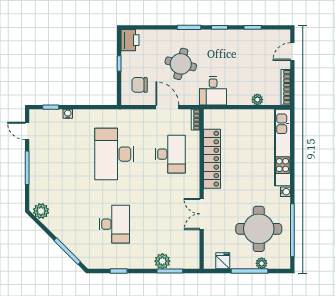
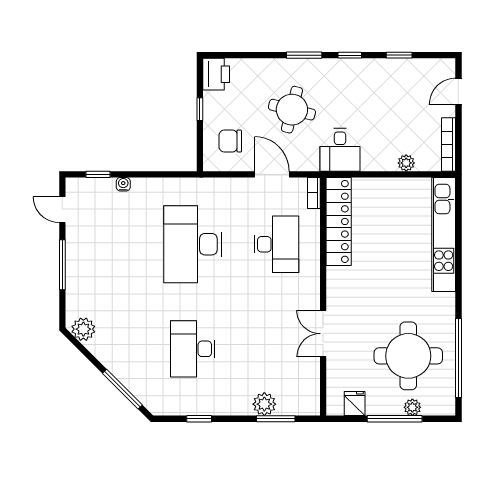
locker: (212, 159) -> (339, 221), moved
water cooler: (285, 192) -> (448, 300), removed
desk: (114, 224) -> (193, 349), turned 180

